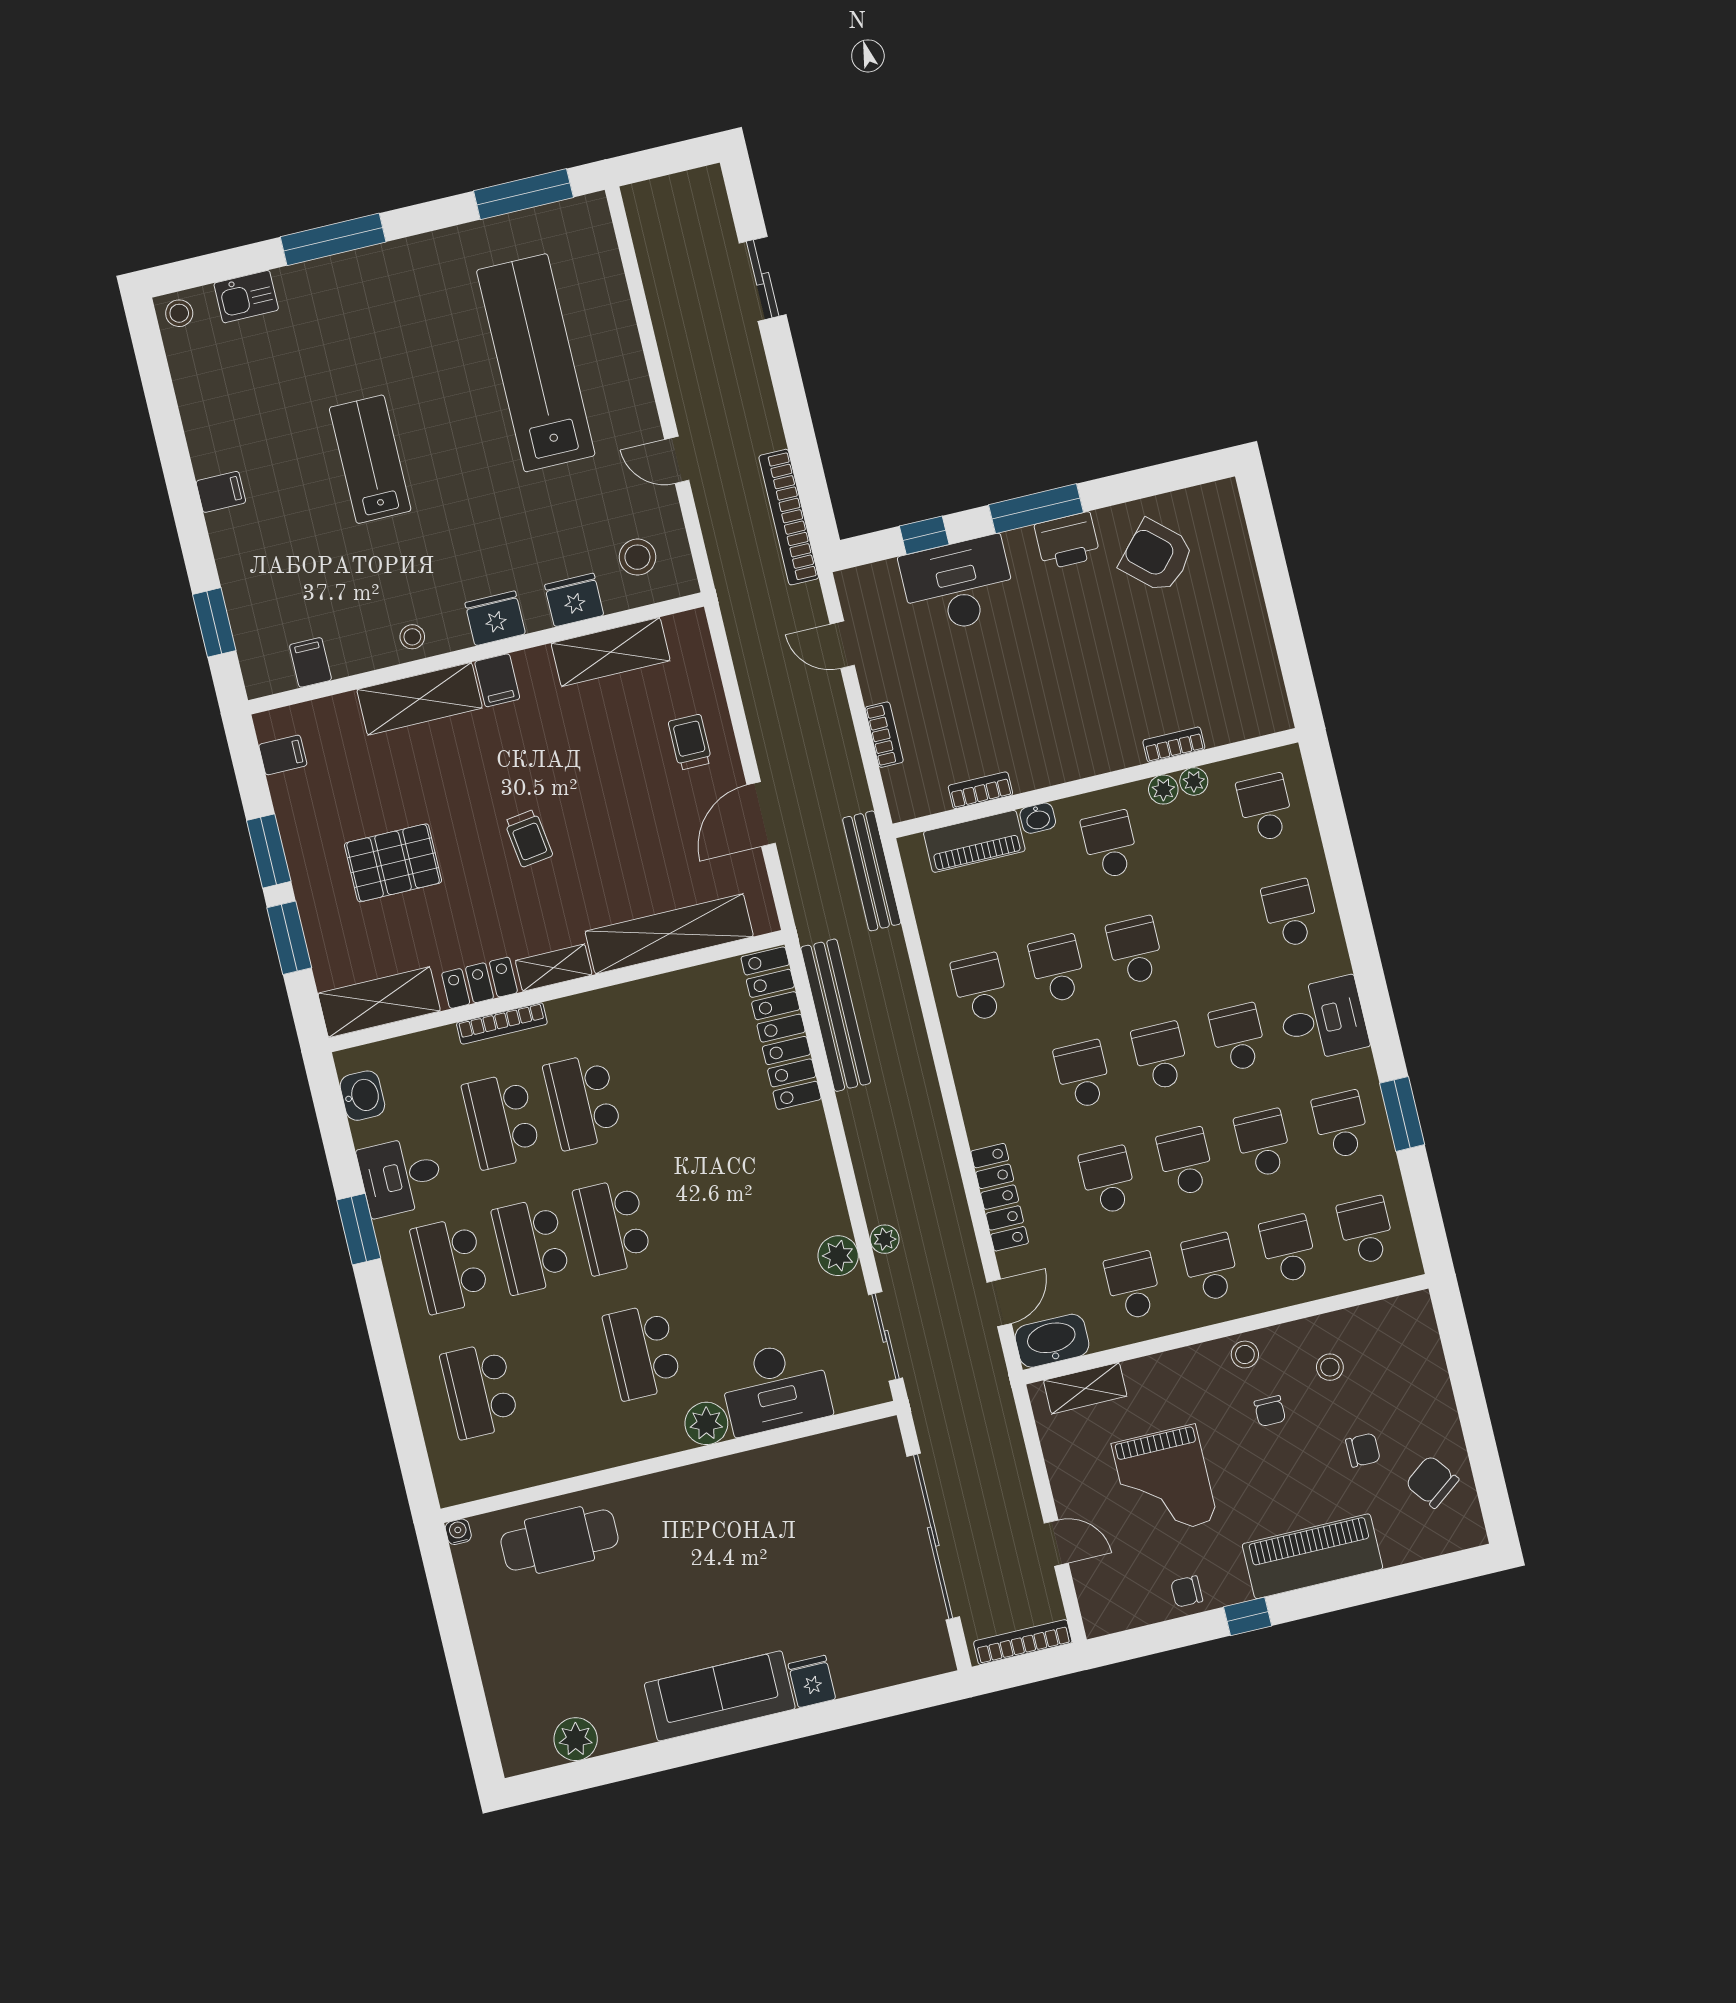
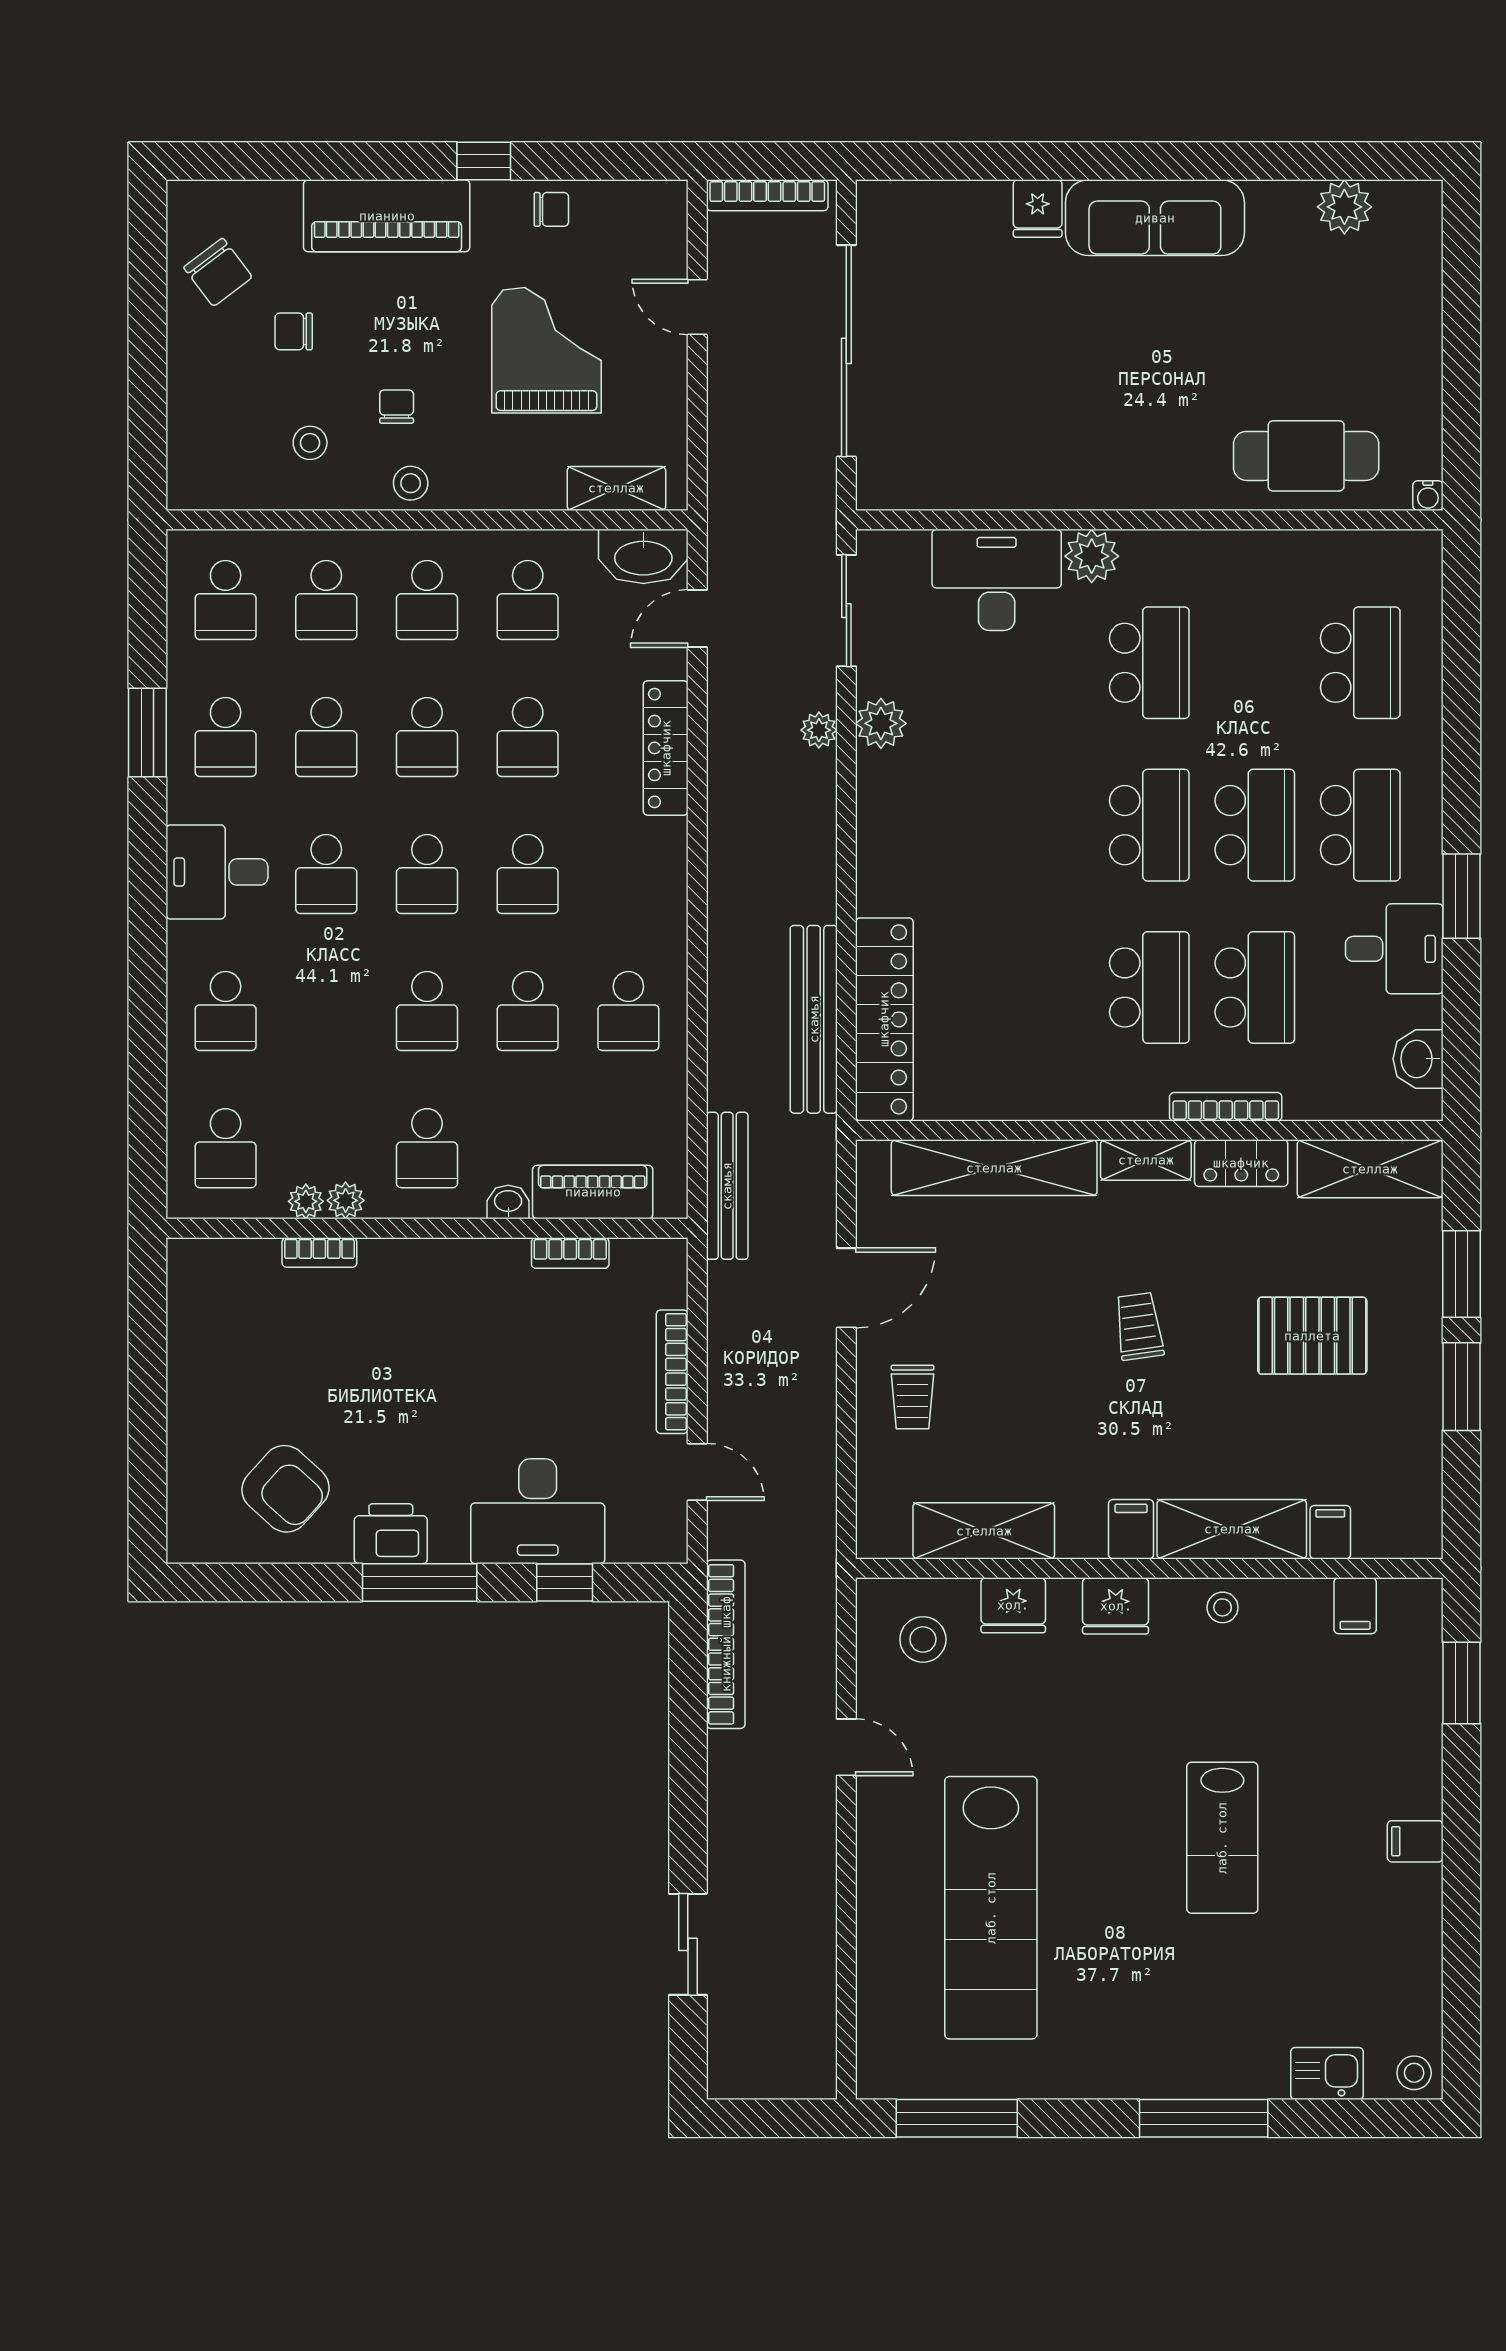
bookcase: (884, 735) -> (672, 1372), width x1.56
filing cabinet: (283, 755) -> (1330, 1532), moved, turned 90

